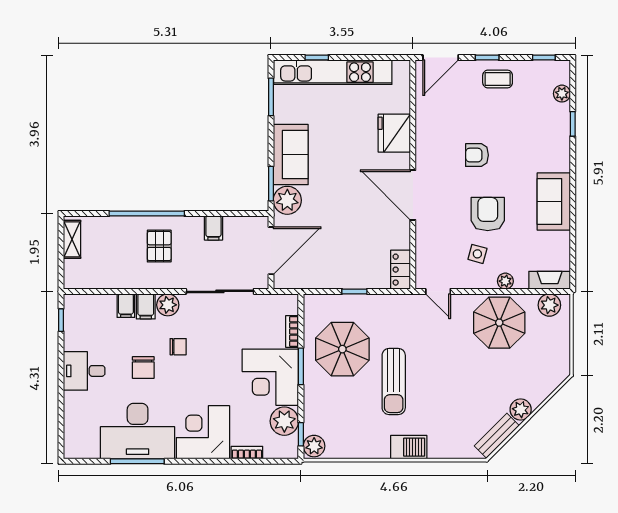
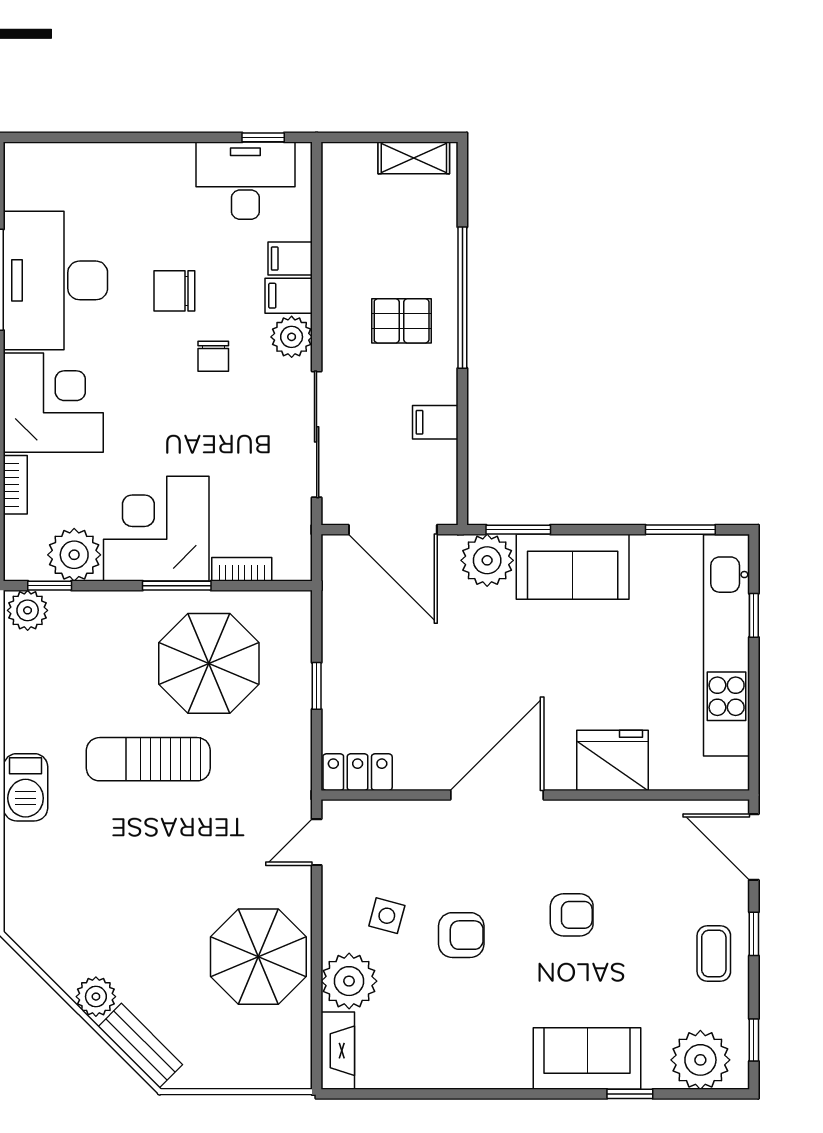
plant: (562, 94) -> (700, 1060), width x1.87, depth x1.87
armchair: (477, 155) -> (572, 915), turned 90
sofa: (554, 202) -> (587, 1059), moved
armchair: (488, 214) -> (461, 935), width x0.72, depth x0.72
plant: (505, 281) -> (349, 981), width x1.88, depth x1.88
plant: (549, 305) -> (291, 1050), removed
desk: (84, 371) -> (245, 181), moved, width x1.37
bench: (497, 436) -> (140, 1046), moved

